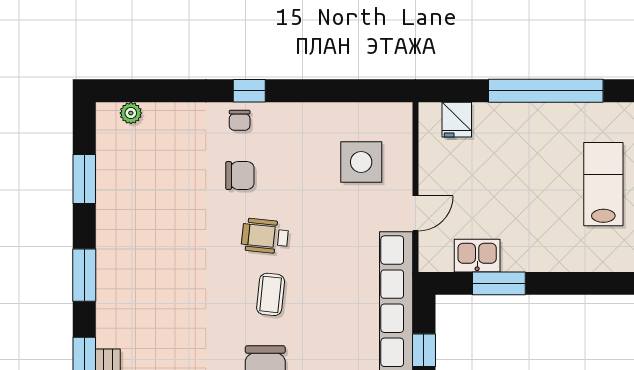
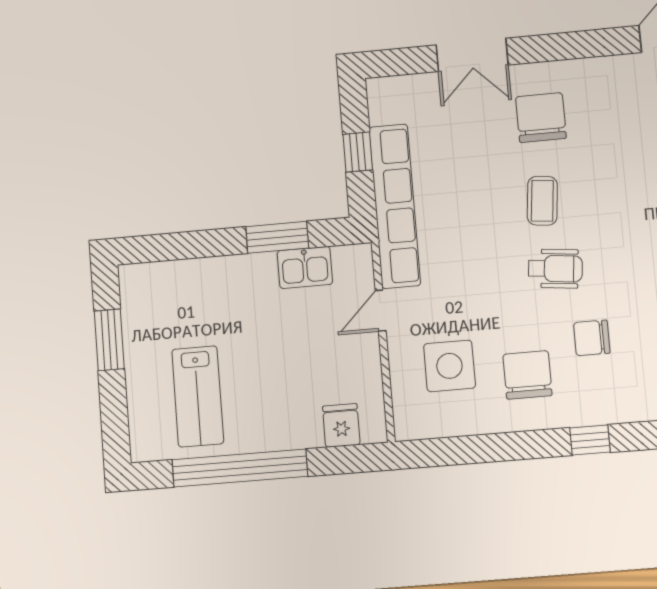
chair: (240, 120) -> (527, 375), moved, width x1.87, depth x1.87
lab bench: (603, 184) -> (198, 396), moved

